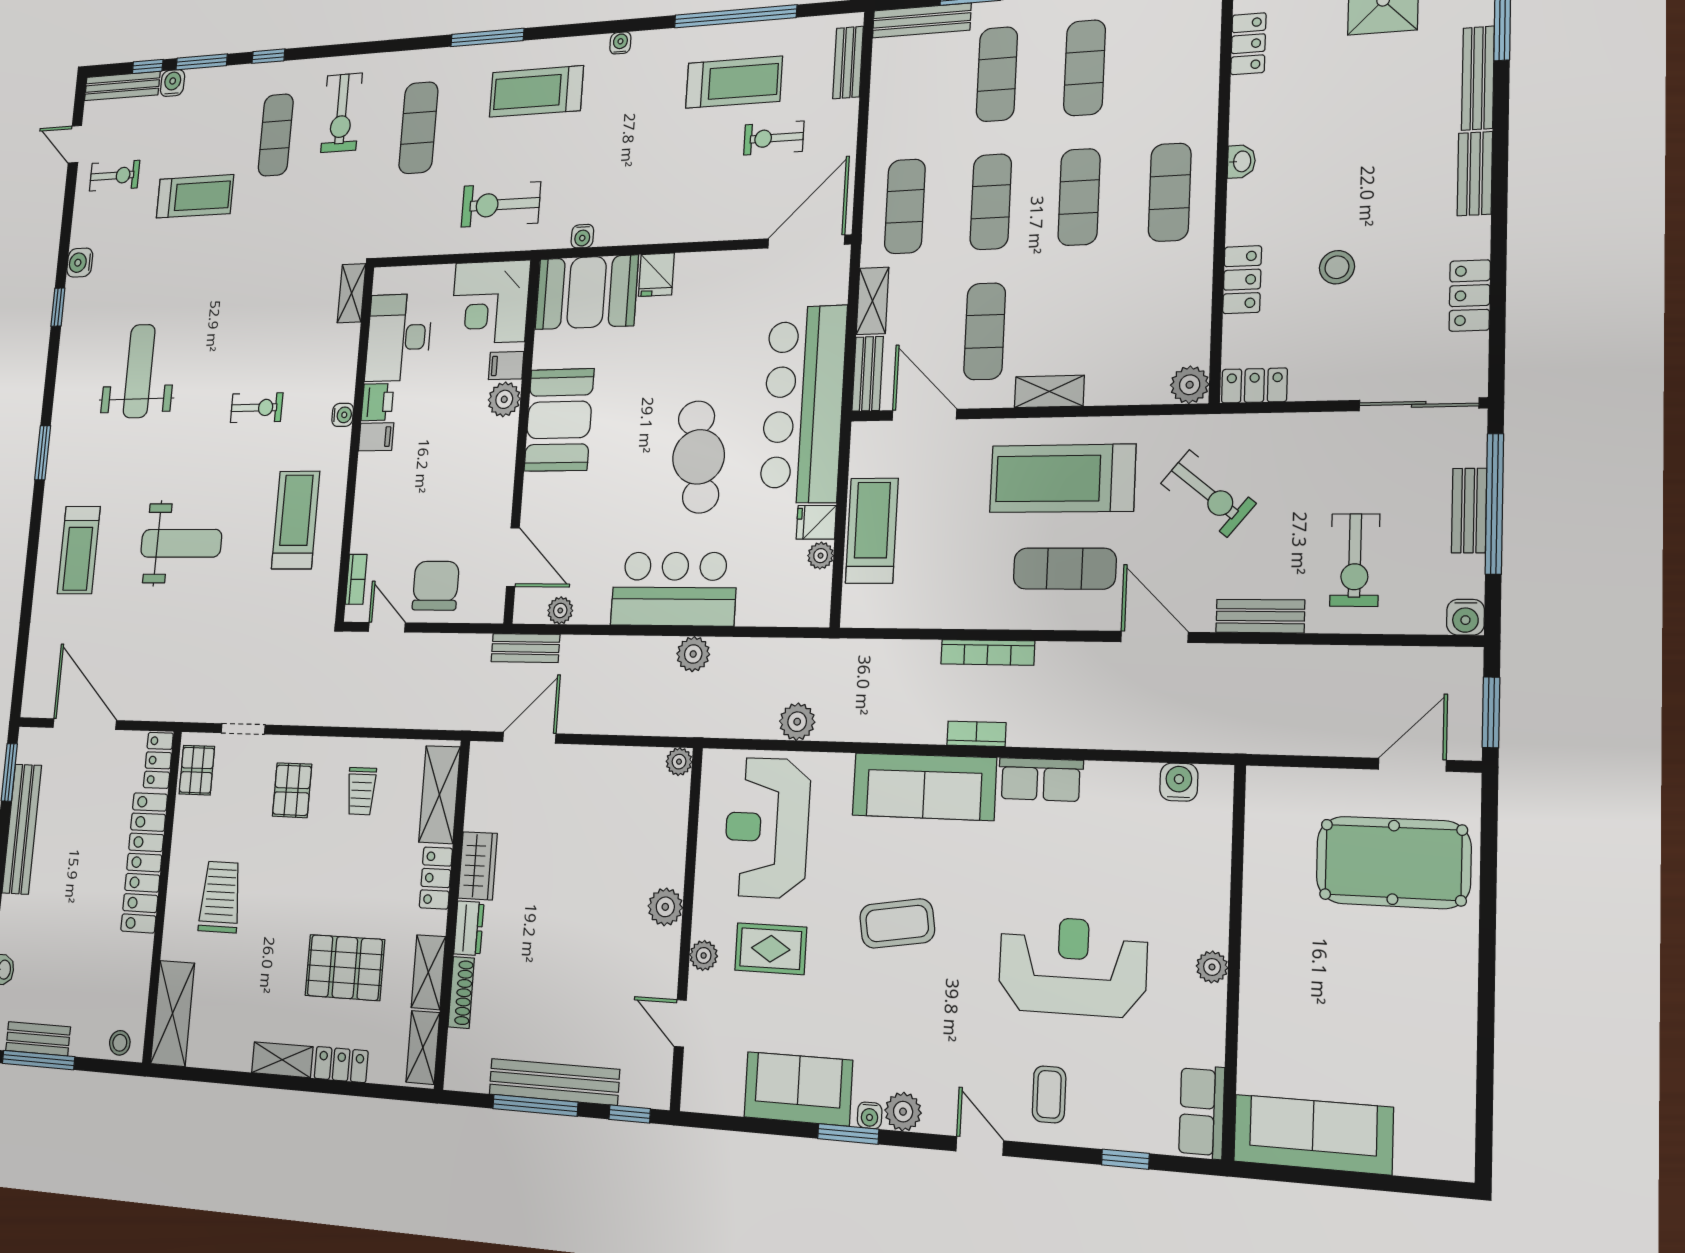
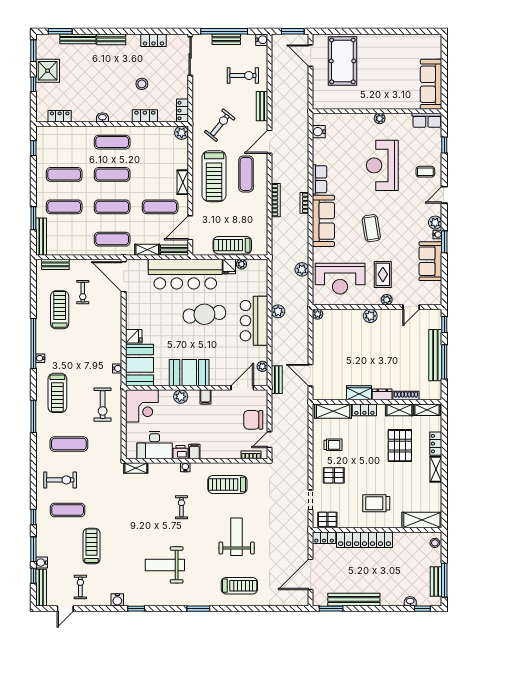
window: (735, 16) -> (33, 344), moved
filing cabinet: (506, 366) -> (206, 397), moved

